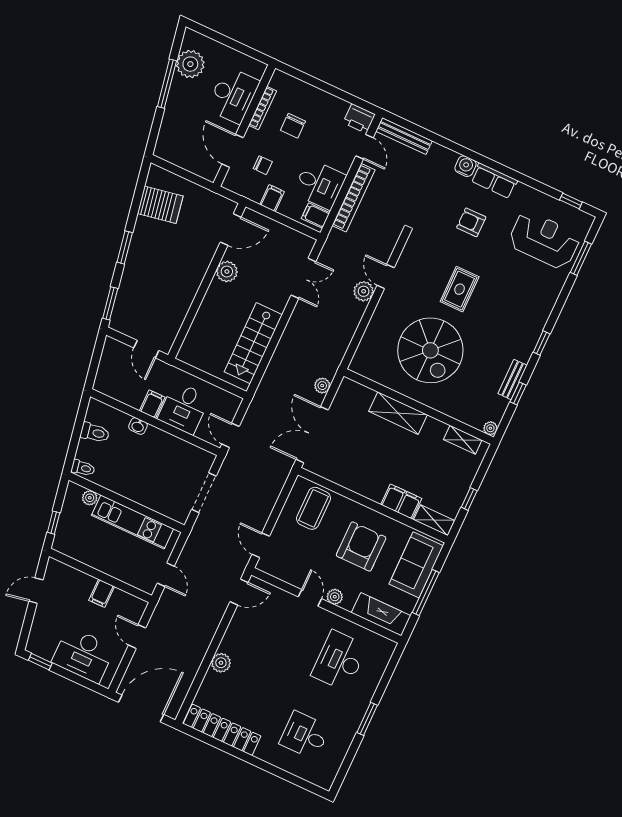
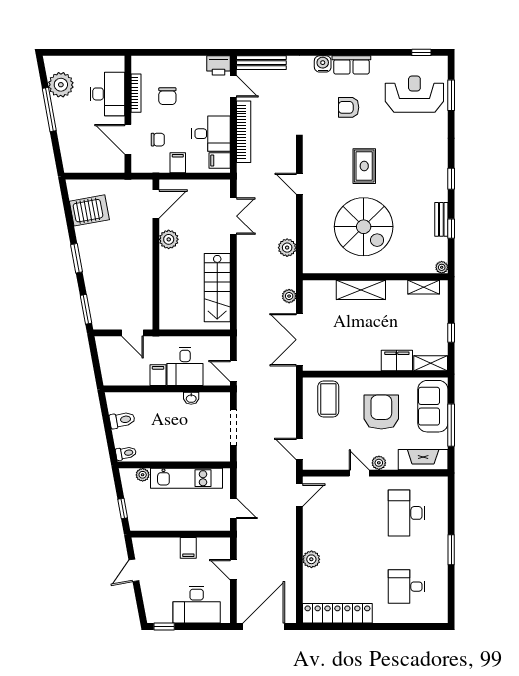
plant: (364, 291) -> (287, 248), moved
washbasin: (138, 426) -> (191, 398), moved

